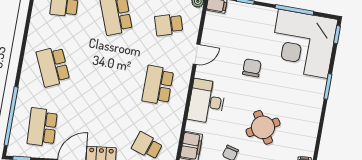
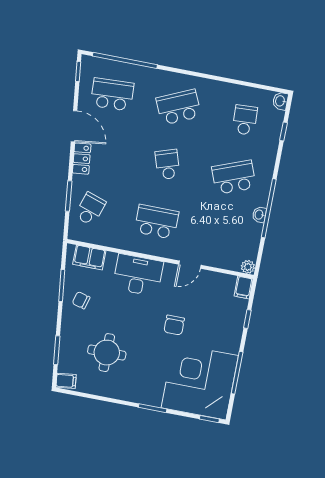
school desk: (169, 25) -> (168, 164), moved
door: (197, 54) -> (190, 265), hinge flipped
chair: (252, 68) -> (174, 325), turned 90
round table: (263, 127) -> (107, 353), moved, turned 31

